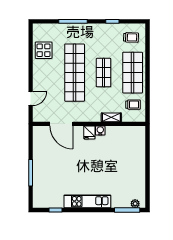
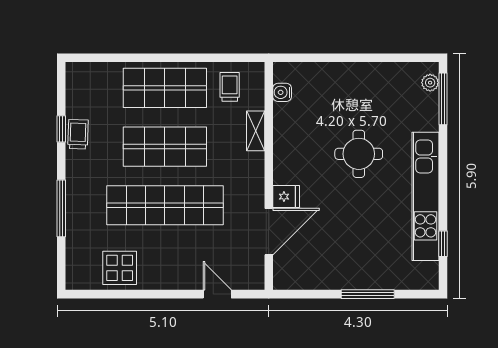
trolley: (131, 37) -> (78, 134), moved
shop shelf: (104, 73) -> (165, 147), width x1.43, depth x1.36
water cooler: (100, 130) -> (282, 92), moved
fridge: (89, 132) -> (286, 197), moved
round table: (100, 168) -> (359, 154), added
kitchen unit: (87, 201) -> (425, 196), width x1.36

